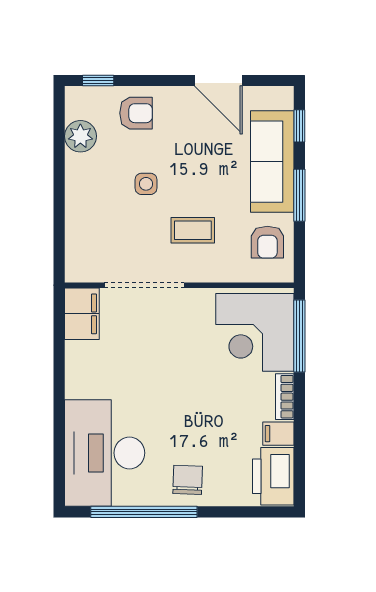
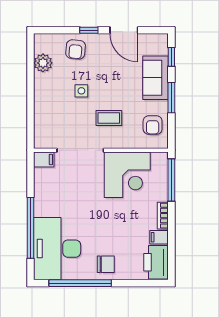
window: (98, 80) -> (89, 30), moved
armchair: (136, 113) -> (76, 49), turned 95
sofa: (272, 162) -> (155, 78), width x0.73
filing cabinet: (82, 314) -> (44, 159), width x0.50
corner desk: (255, 332) -> (127, 175), moved, turned -90
window: (59, 418) -> (31, 228), added
chair: (188, 480) -> (106, 264), turned 88

